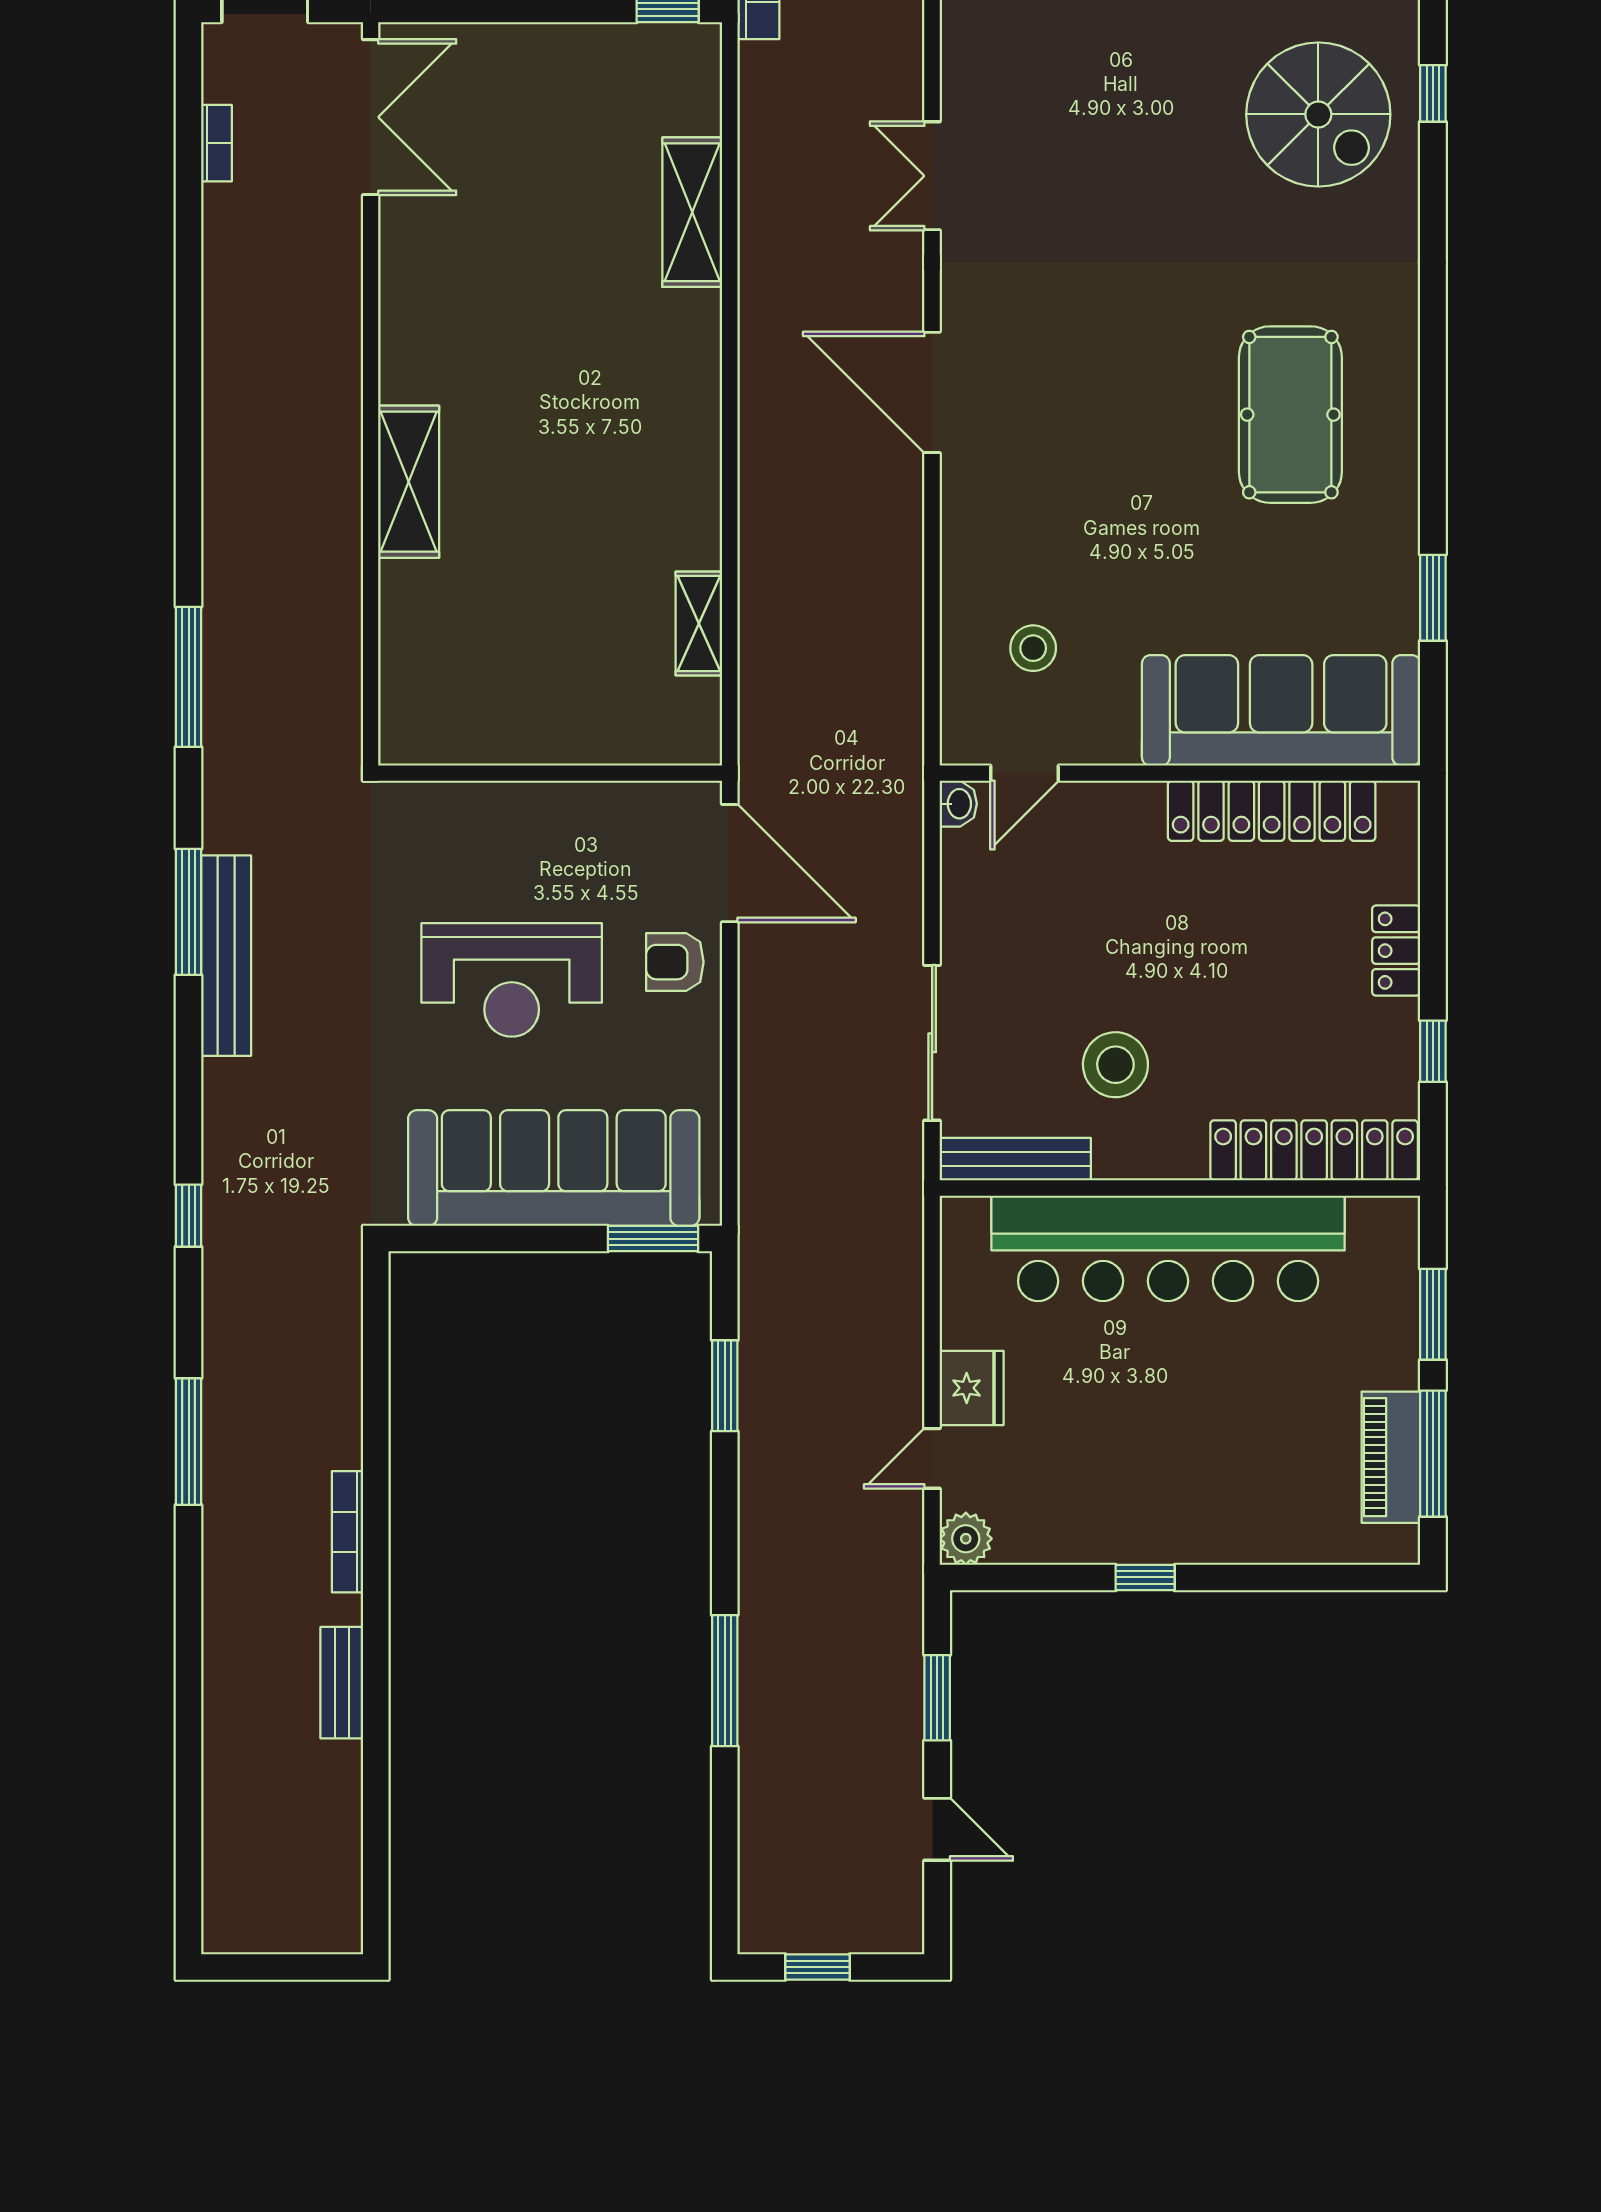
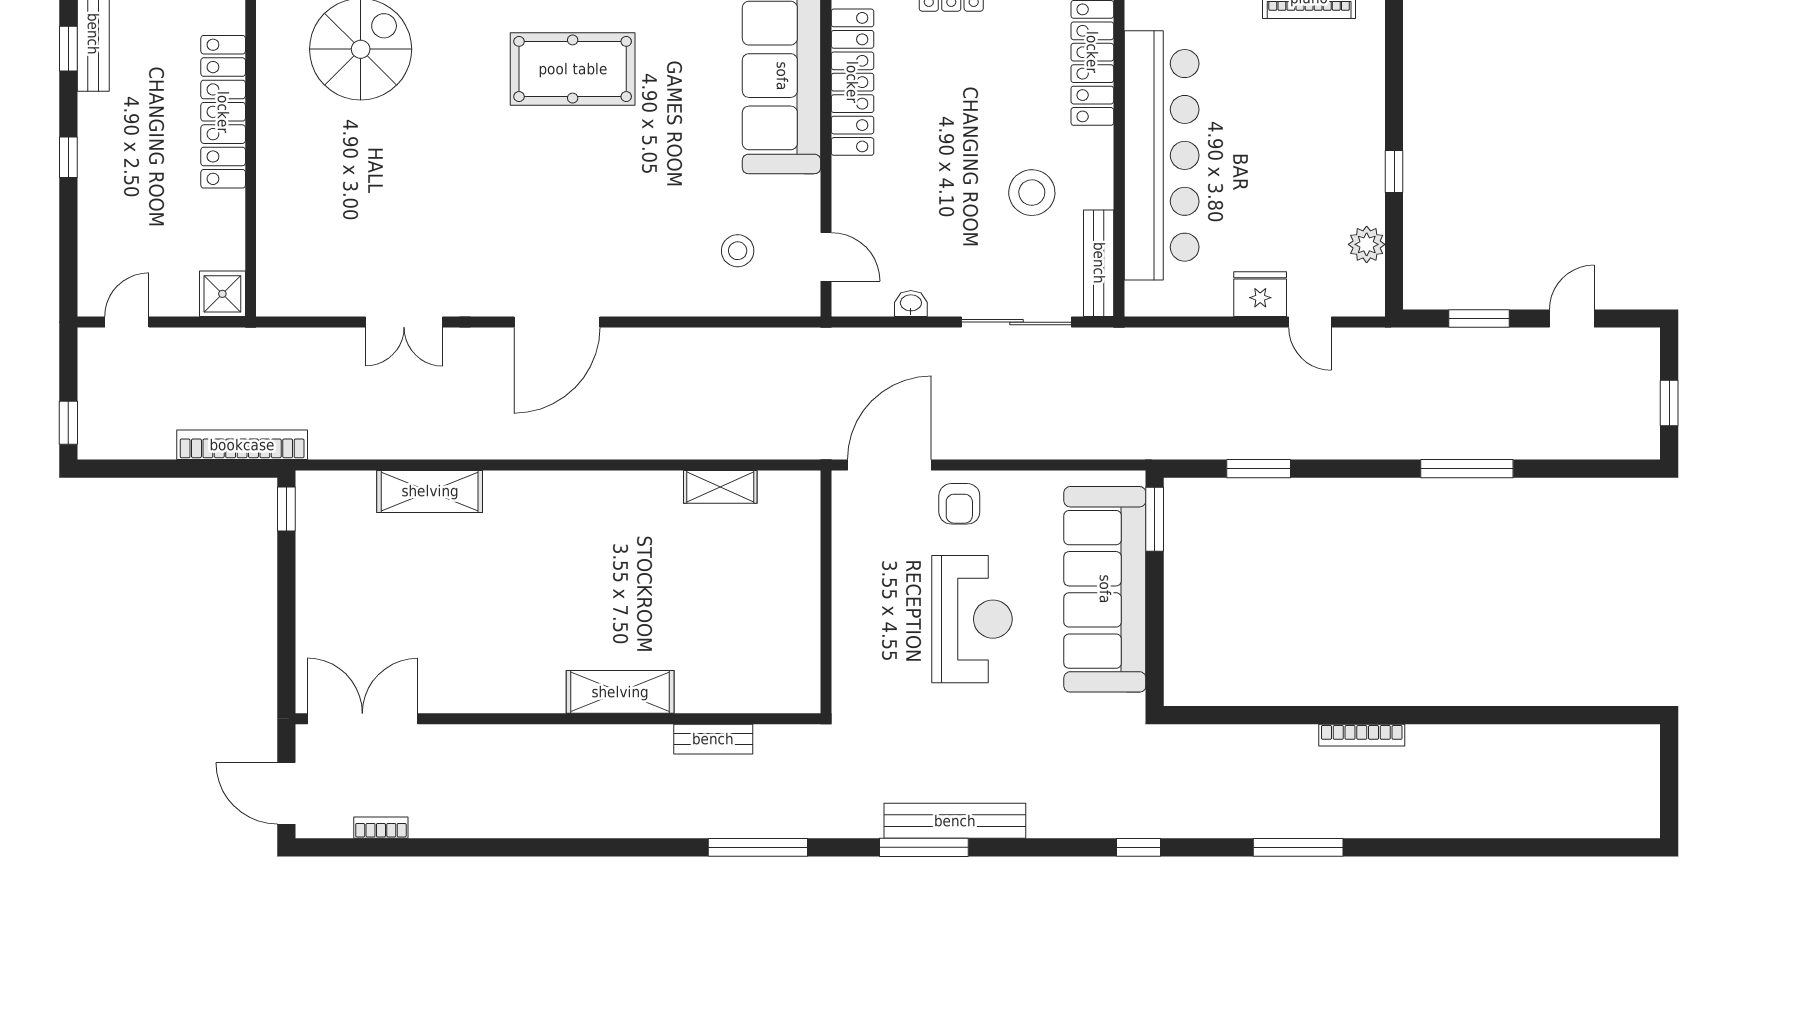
washbasin: (958, 804) -> (911, 304), moved
plant: (966, 1539) -> (1367, 244), moved
bench: (342, 1683) -> (713, 739), moved

